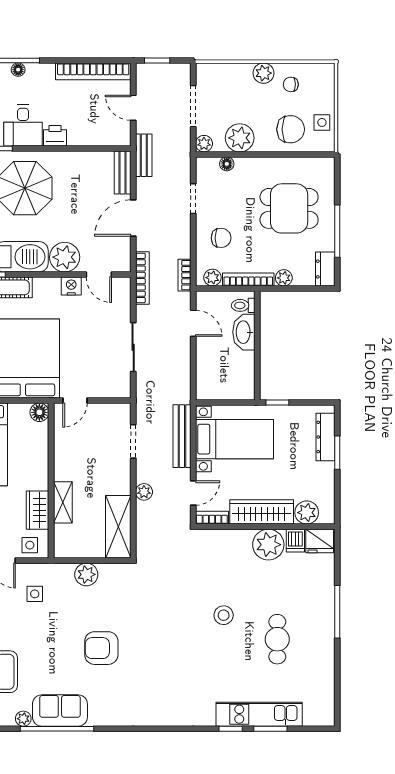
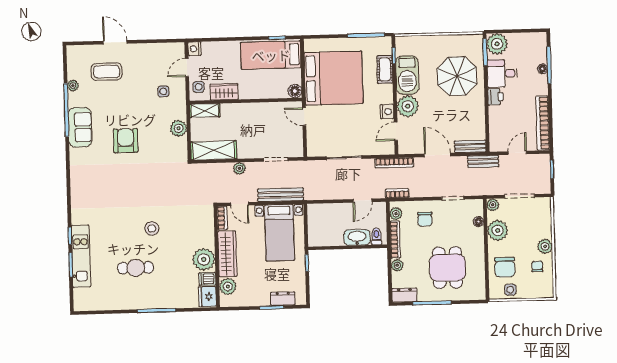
dresser: (325, 437) -> (283, 299), width x0.70
shelving: (63, 502) -> (205, 111), moved
sofa: (60, 710) -> (80, 127), moved

